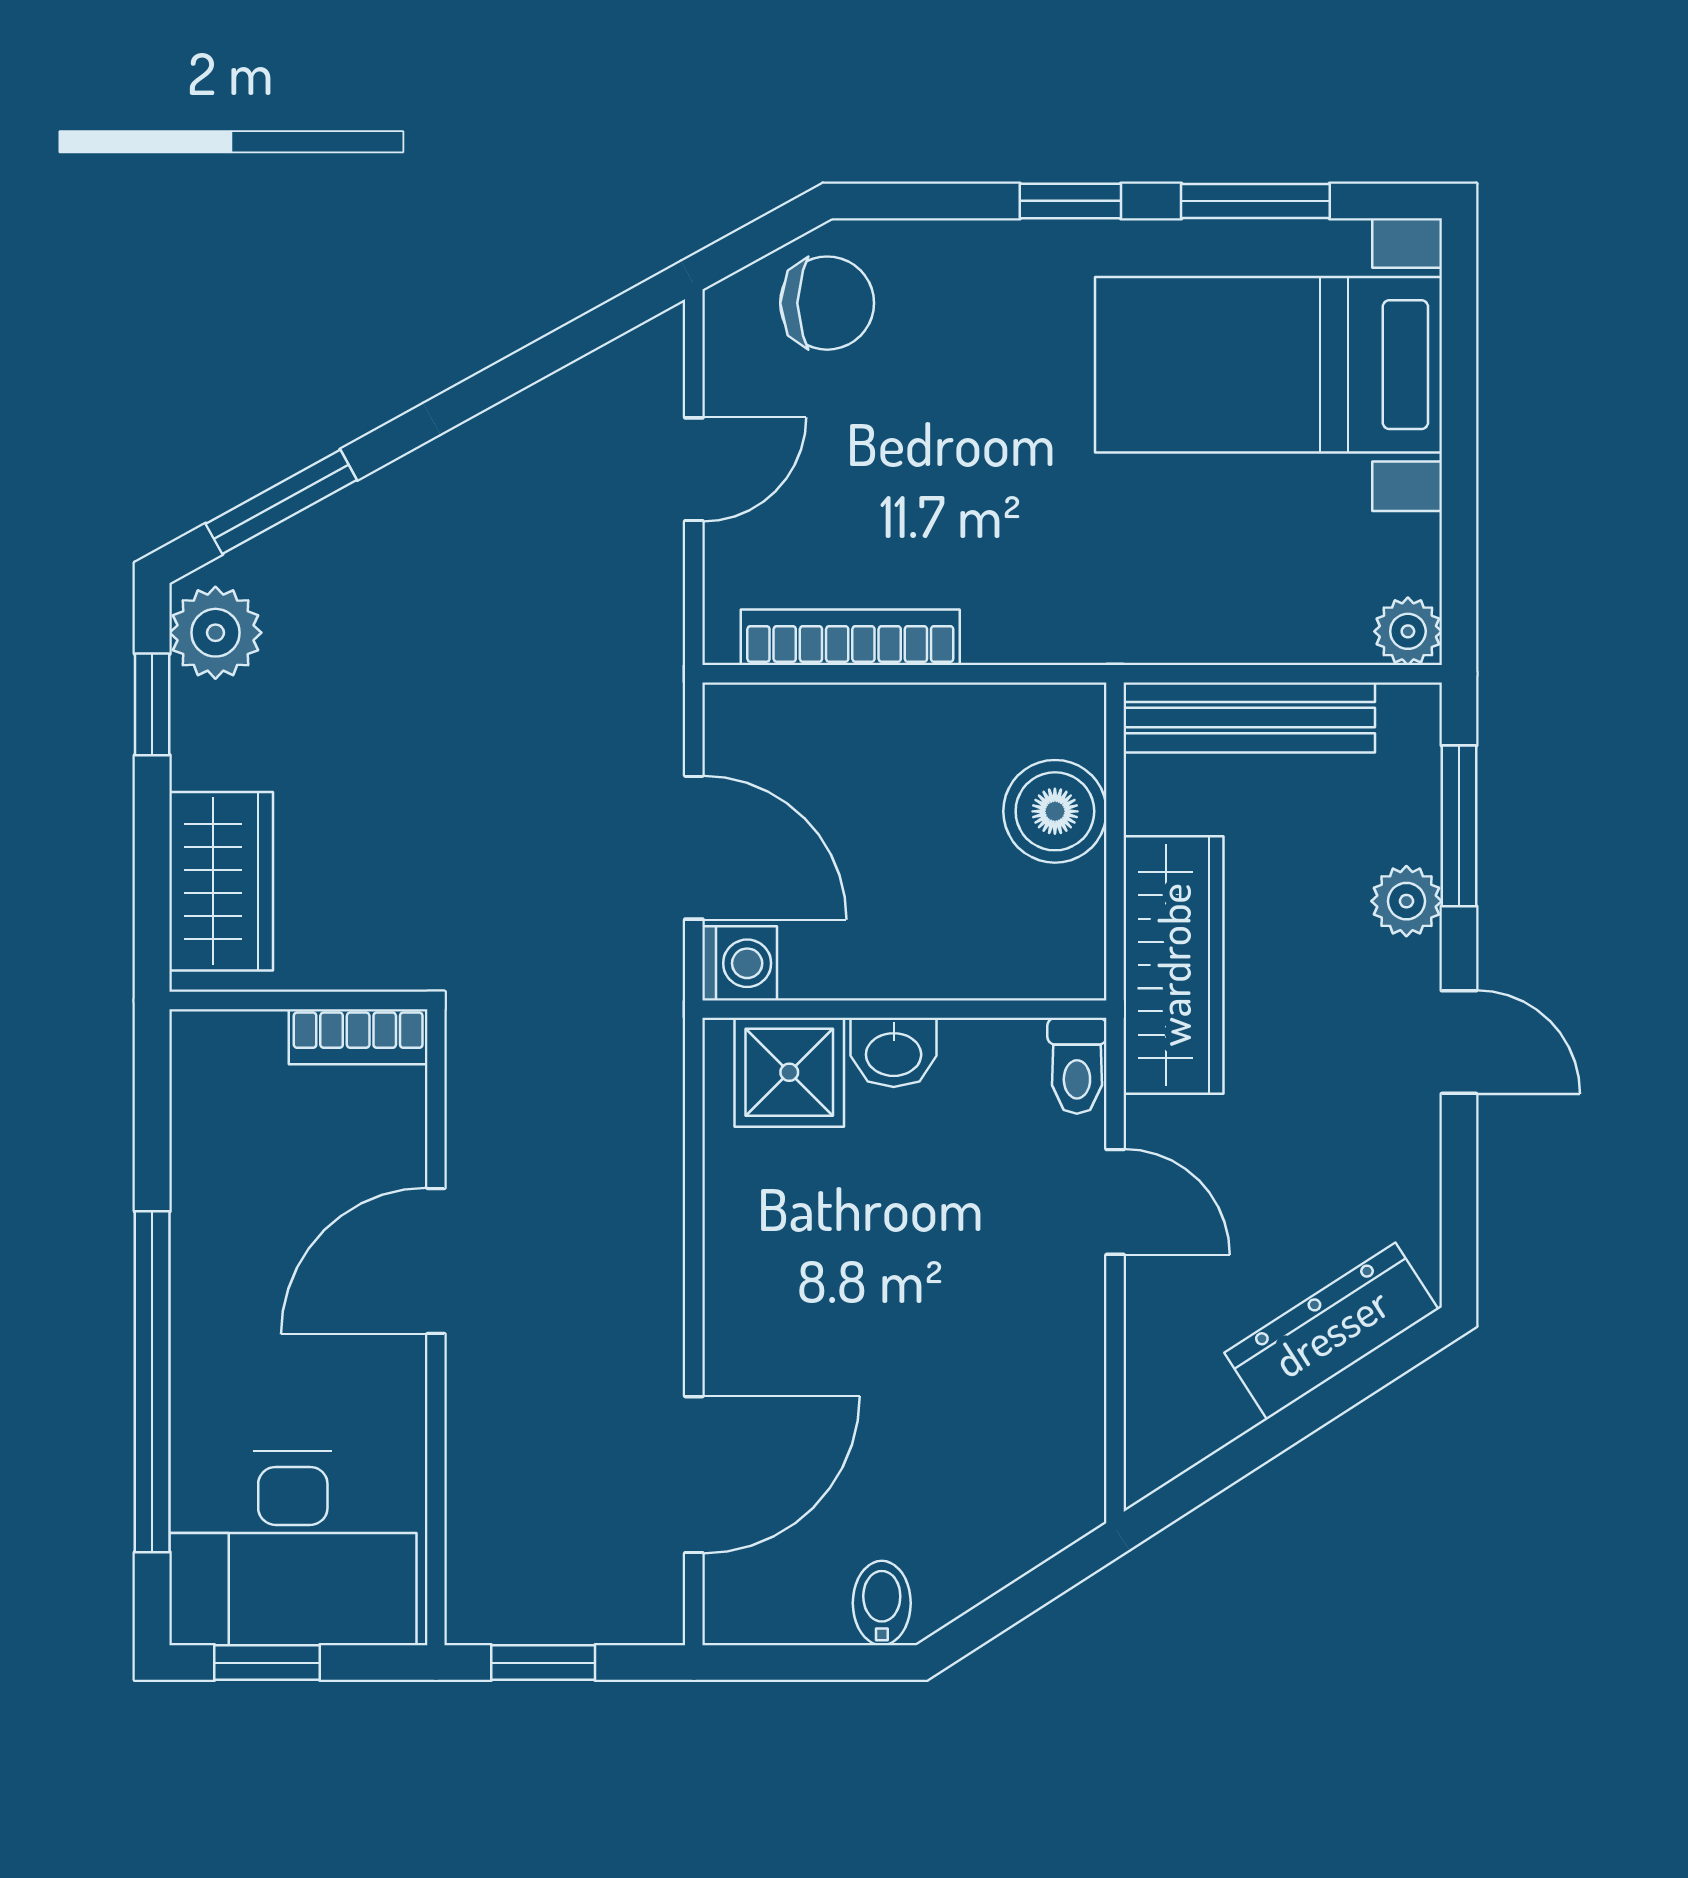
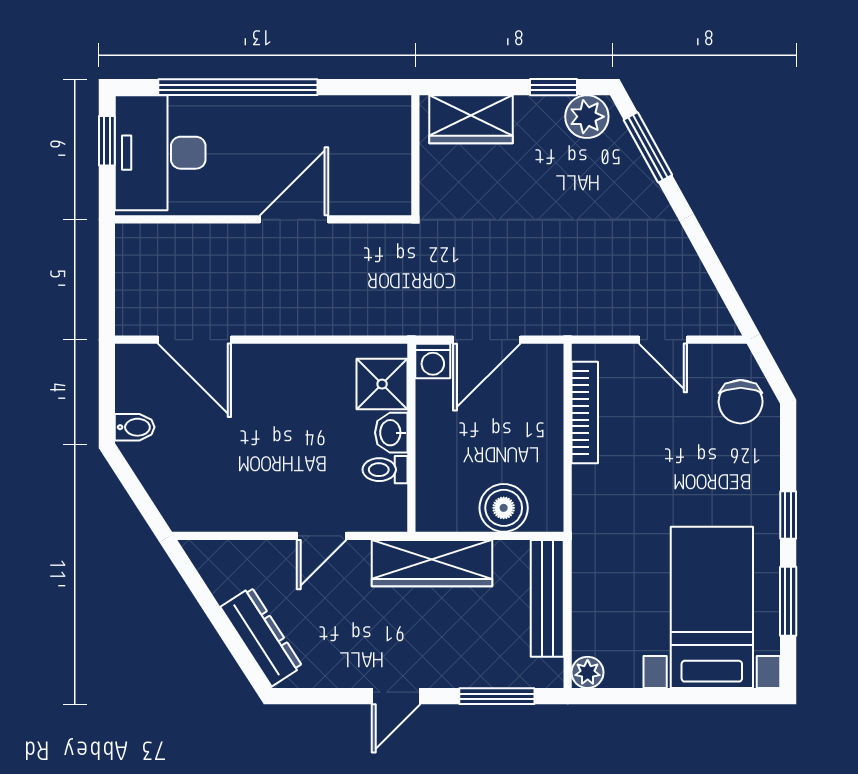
plant: (1406, 901) -> (462, 672), removed
bookcase: (358, 1037) -> (399, 183), removed
toilet: (1077, 1066) -> (385, 470), moved
door: (436, 1261) -> (294, 219), hinge flipped
window: (543, 1663) -> (107, 269), removed

